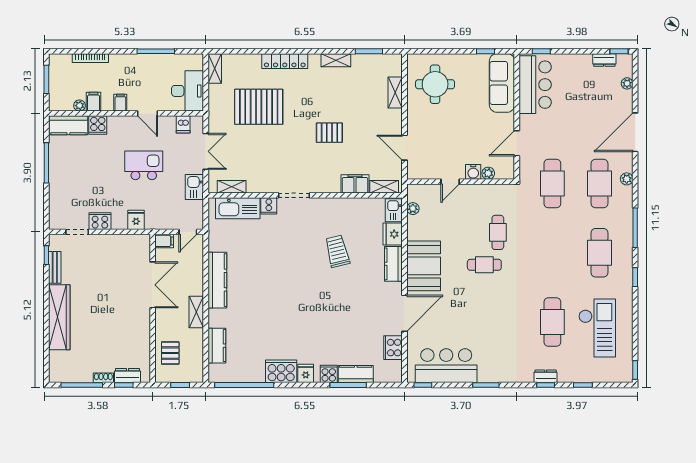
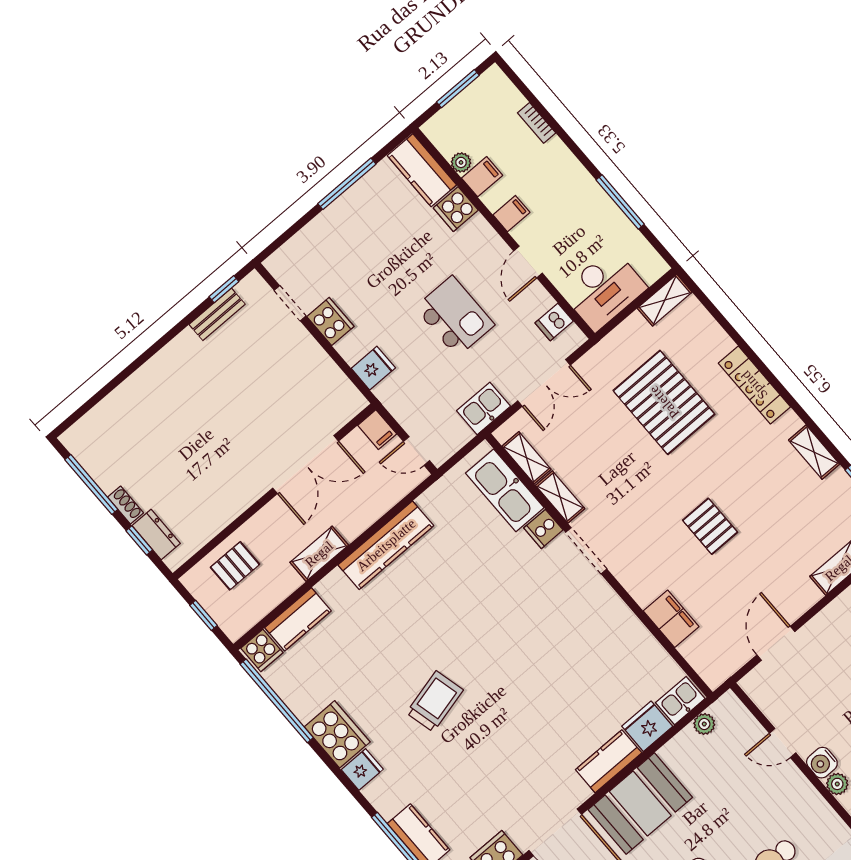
bookcase: (90, 58) -> (537, 123), width x0.64
shelving: (384, 187) -> (560, 497), moved
trolley: (337, 251) -> (435, 701), moved
wardrobe: (59, 317) -> (156, 377), removed
cooker: (329, 374) -> (262, 650), moved, turned 90

